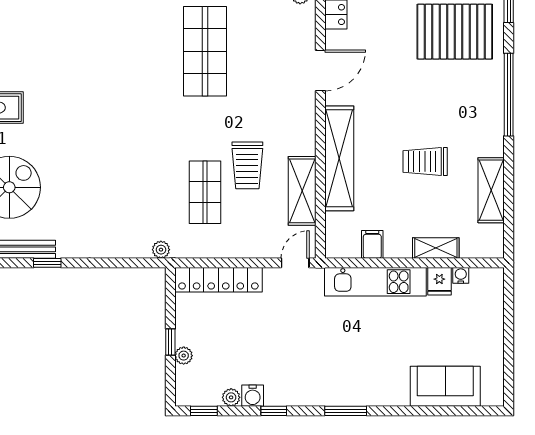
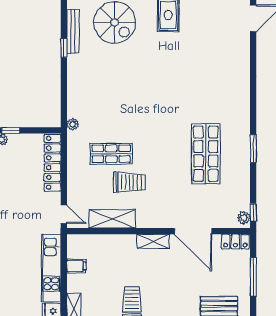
shop shelf: (205, 51) -> (206, 154), turned 90
door: (320, 70) -> (193, 231), width x1.36
shelving: (339, 158) -> (153, 241), width x0.45, depth x0.75
trolley: (247, 165) -> (129, 182), turned 180

